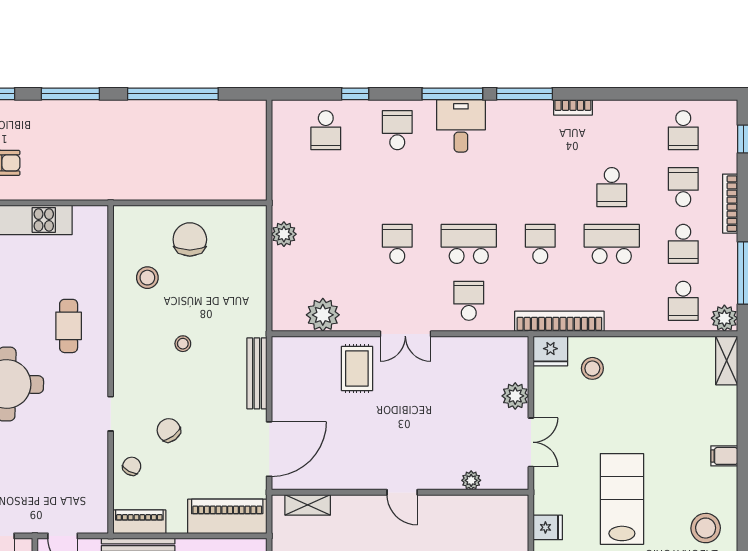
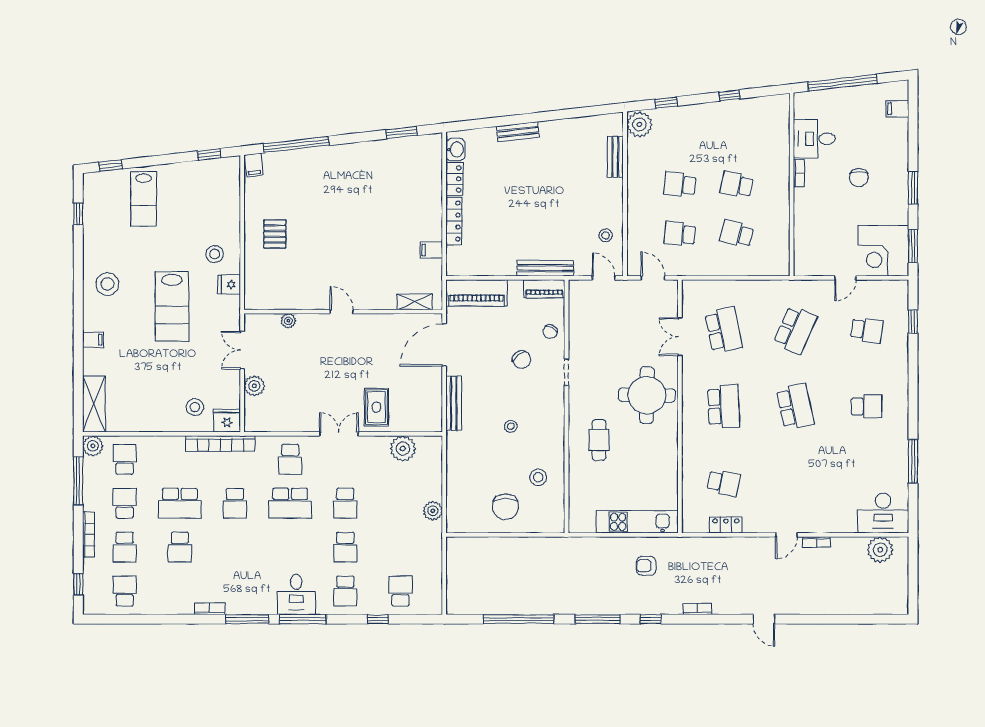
school desk: (397, 187) -> (345, 547), added
school desk: (612, 187) -> (180, 547), turned 180
shelving: (727, 360) -> (94, 404), width x1.50, depth x1.33

